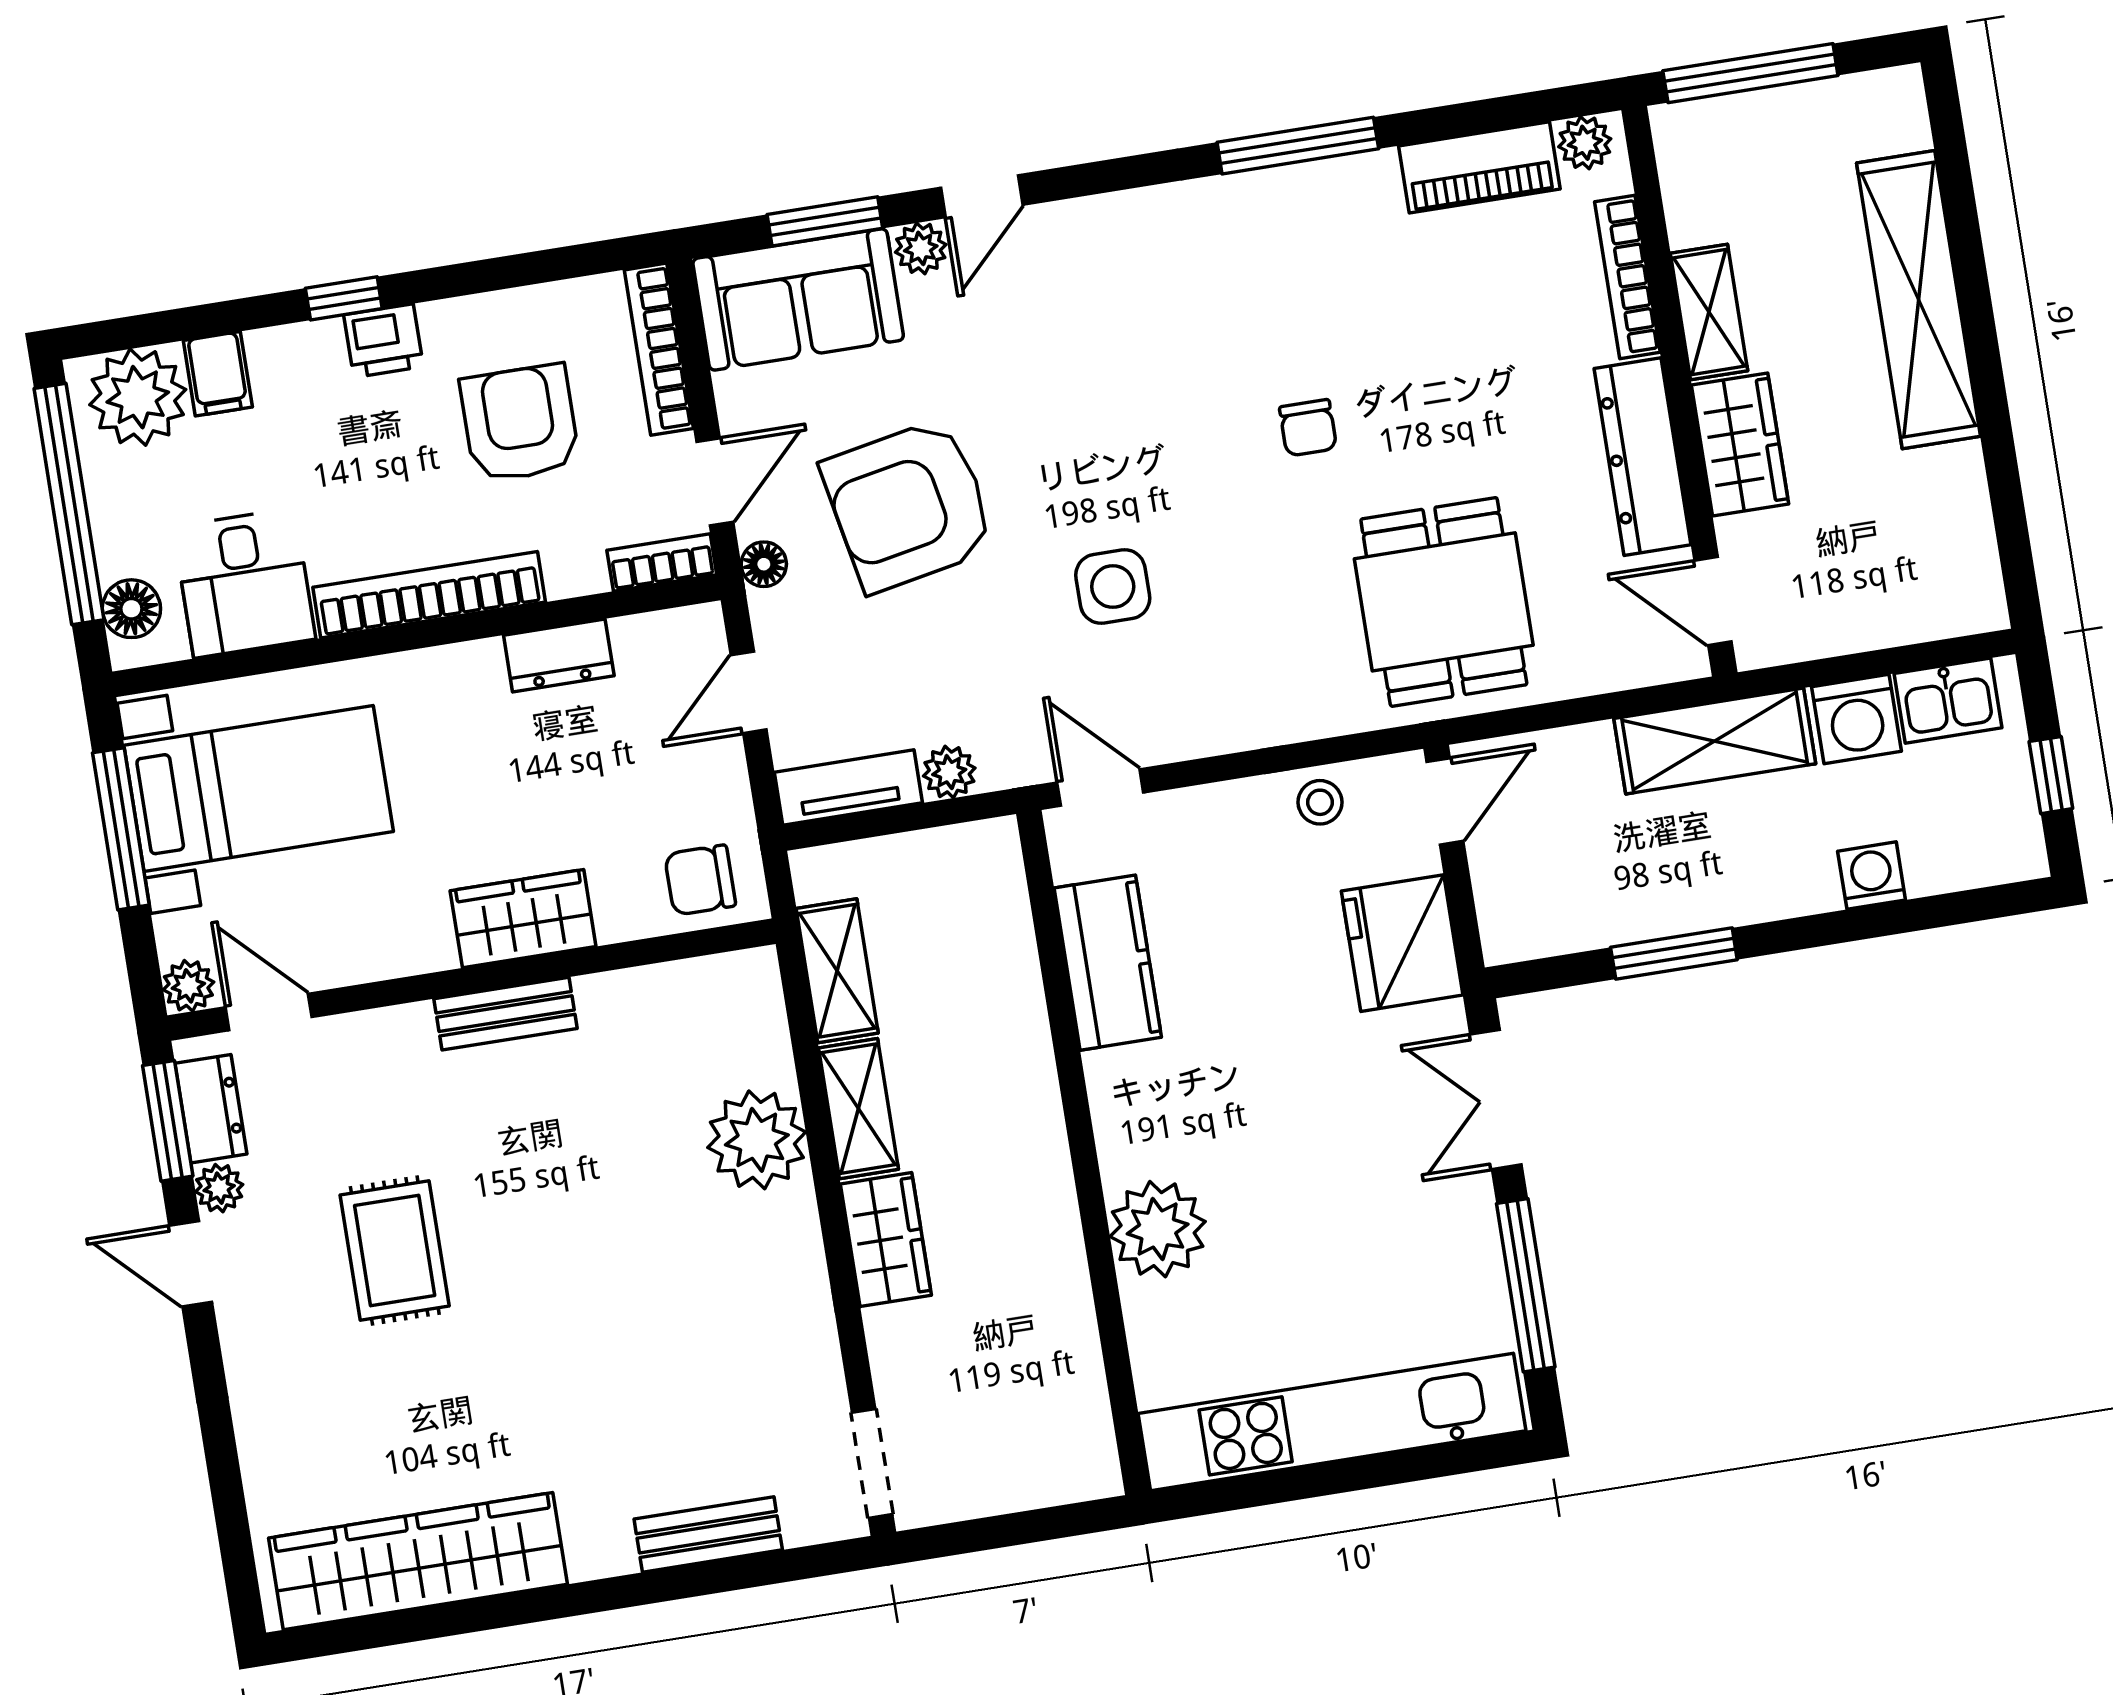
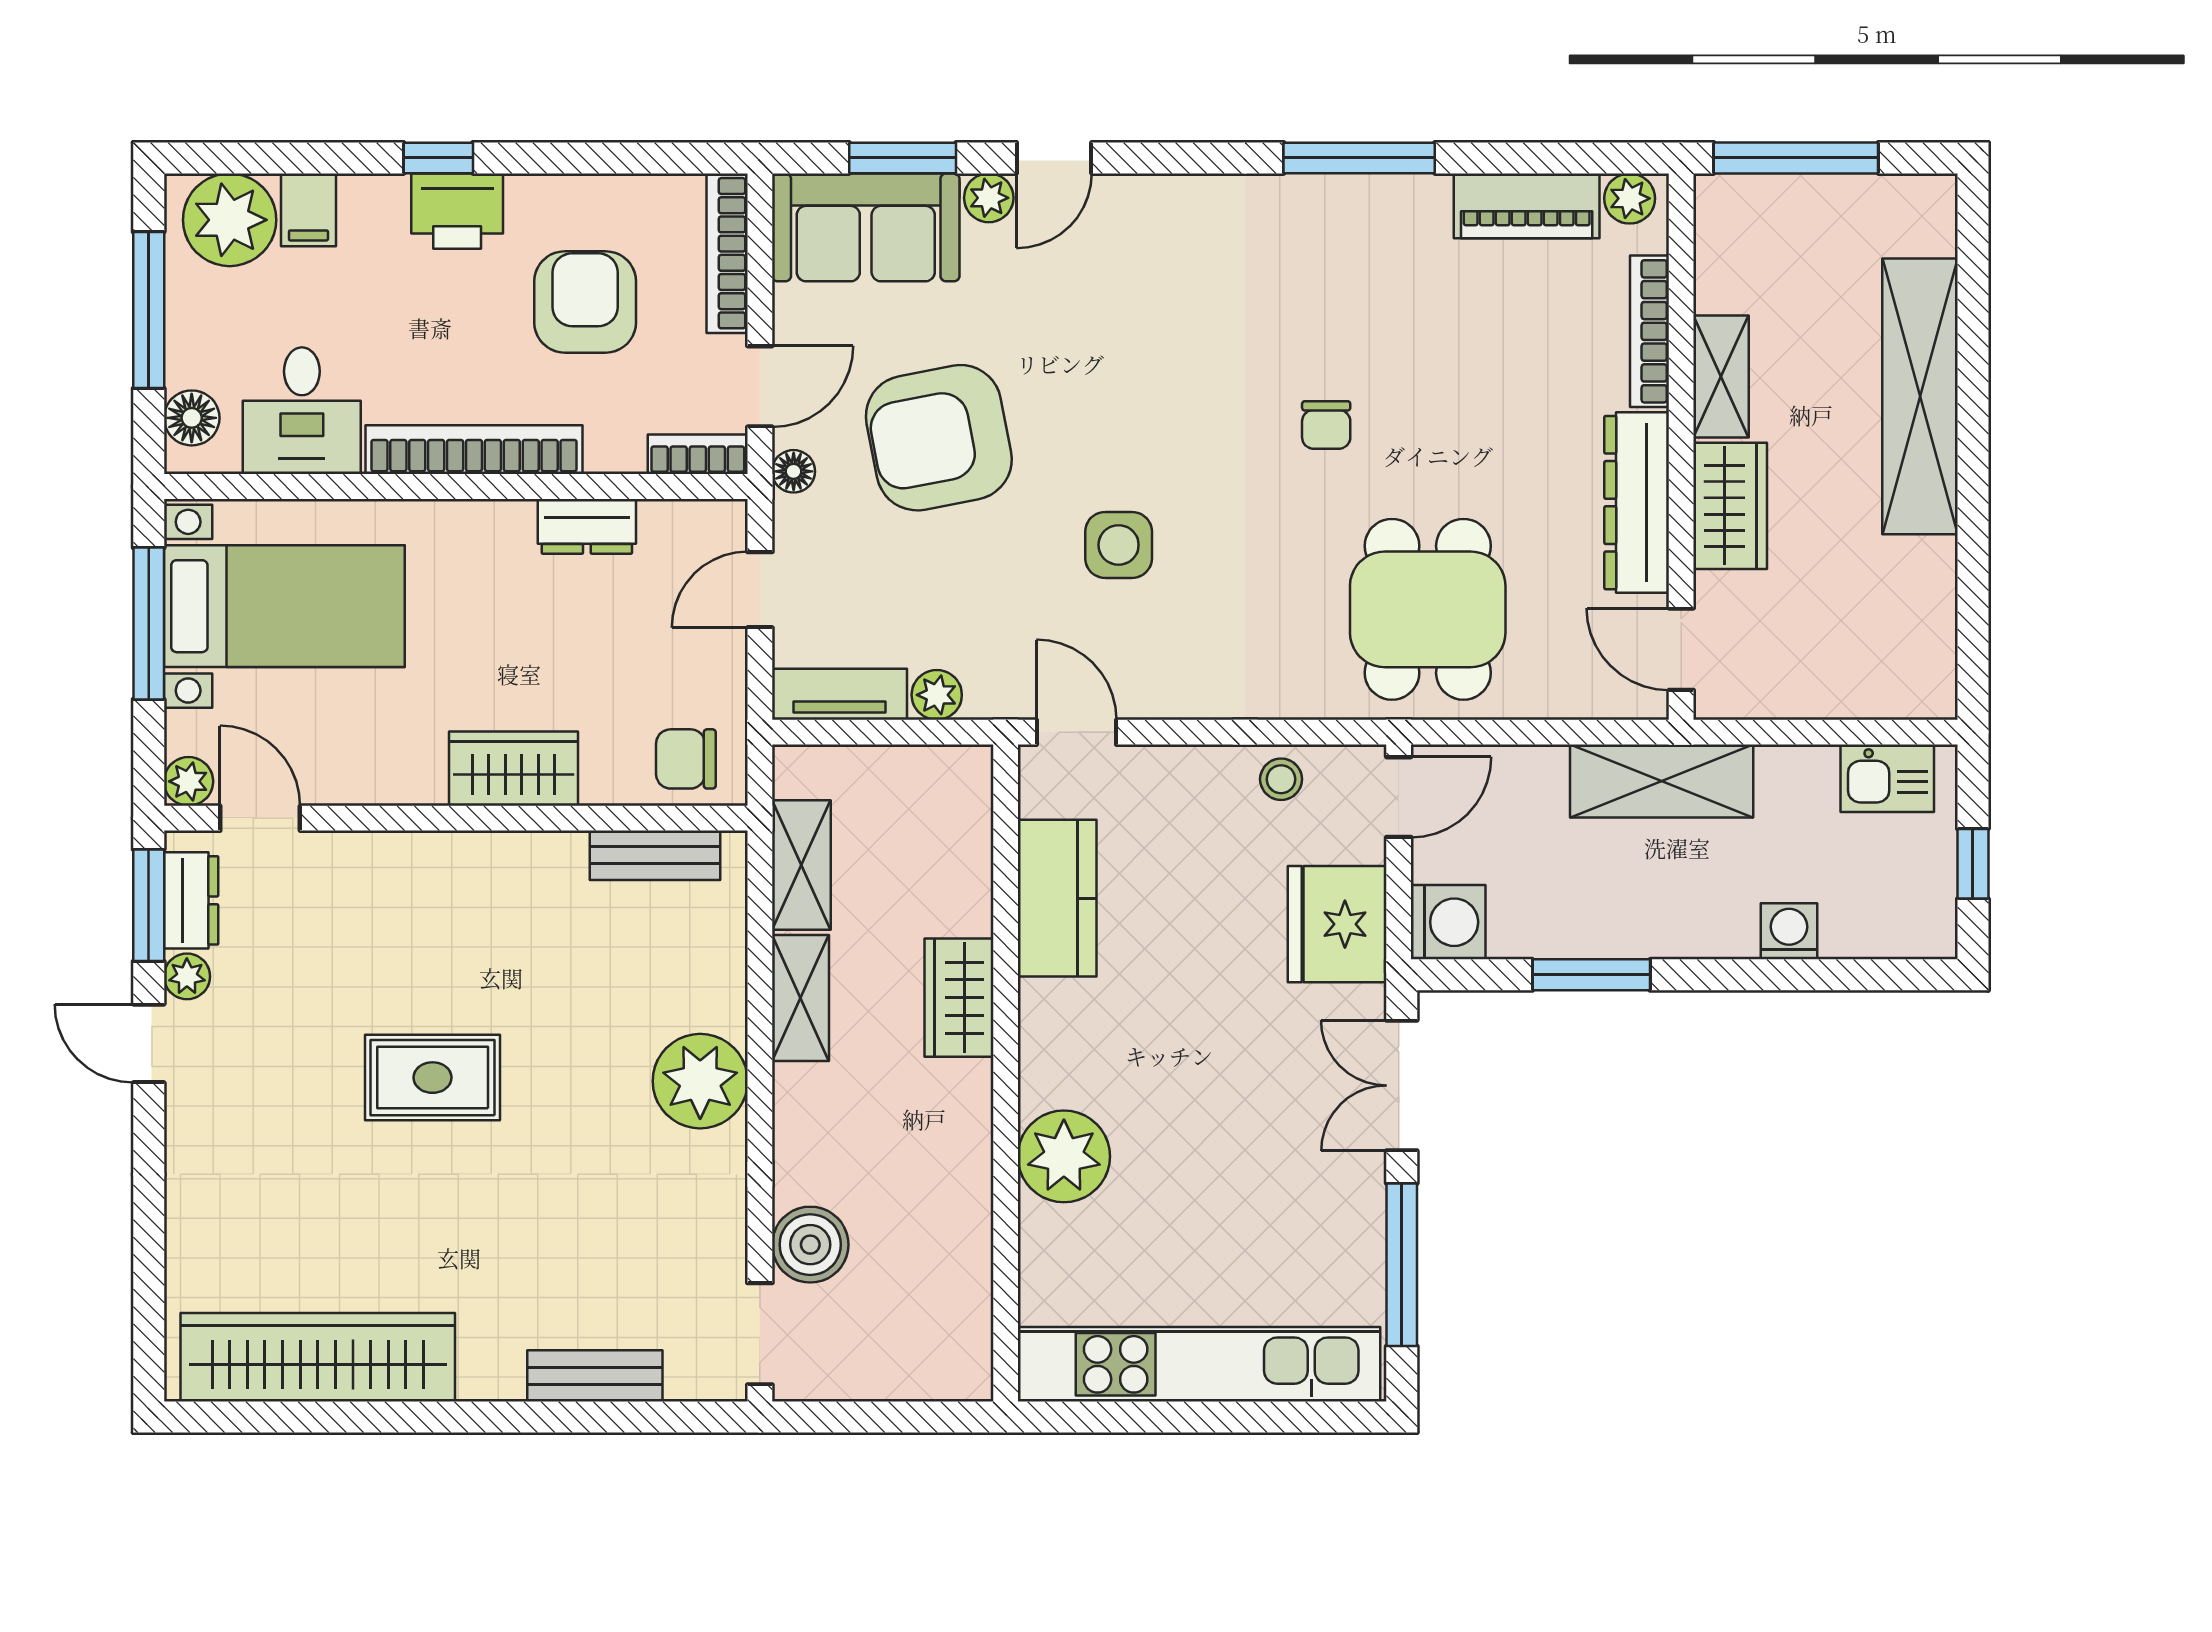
printer: (383, 341) -> (457, 211), width x1.36, depth x1.24
window: (69, 504) -> (149, 310), width x0.68
washing machine: (1857, 719) -> (1448, 922), moved, turned -90
bench: (505, 1014) -> (655, 855), moved
plant: (757, 1140) -> (700, 1081), moved
wardrobe: (886, 1240) -> (959, 998), moved, turned 180
rug: (395, 1250) -> (433, 1078), moved, turned 90
boiler: (909, 1363) -> (810, 1245), added

